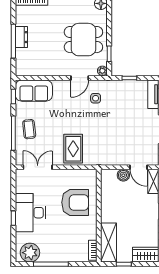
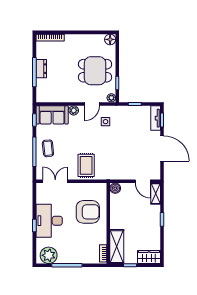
plant: (59, 85) -> (74, 110), added
boiler: (123, 175) -> (115, 188), moved

